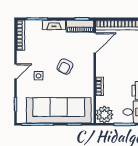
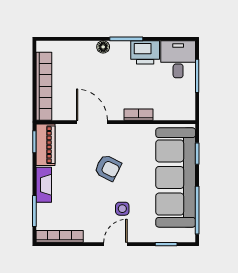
door: (95, 43) -> (92, 122), moved
door: (16, 71) -> (115, 244), hinge flipped
plant: (104, 115) -> (182, 107), removed

